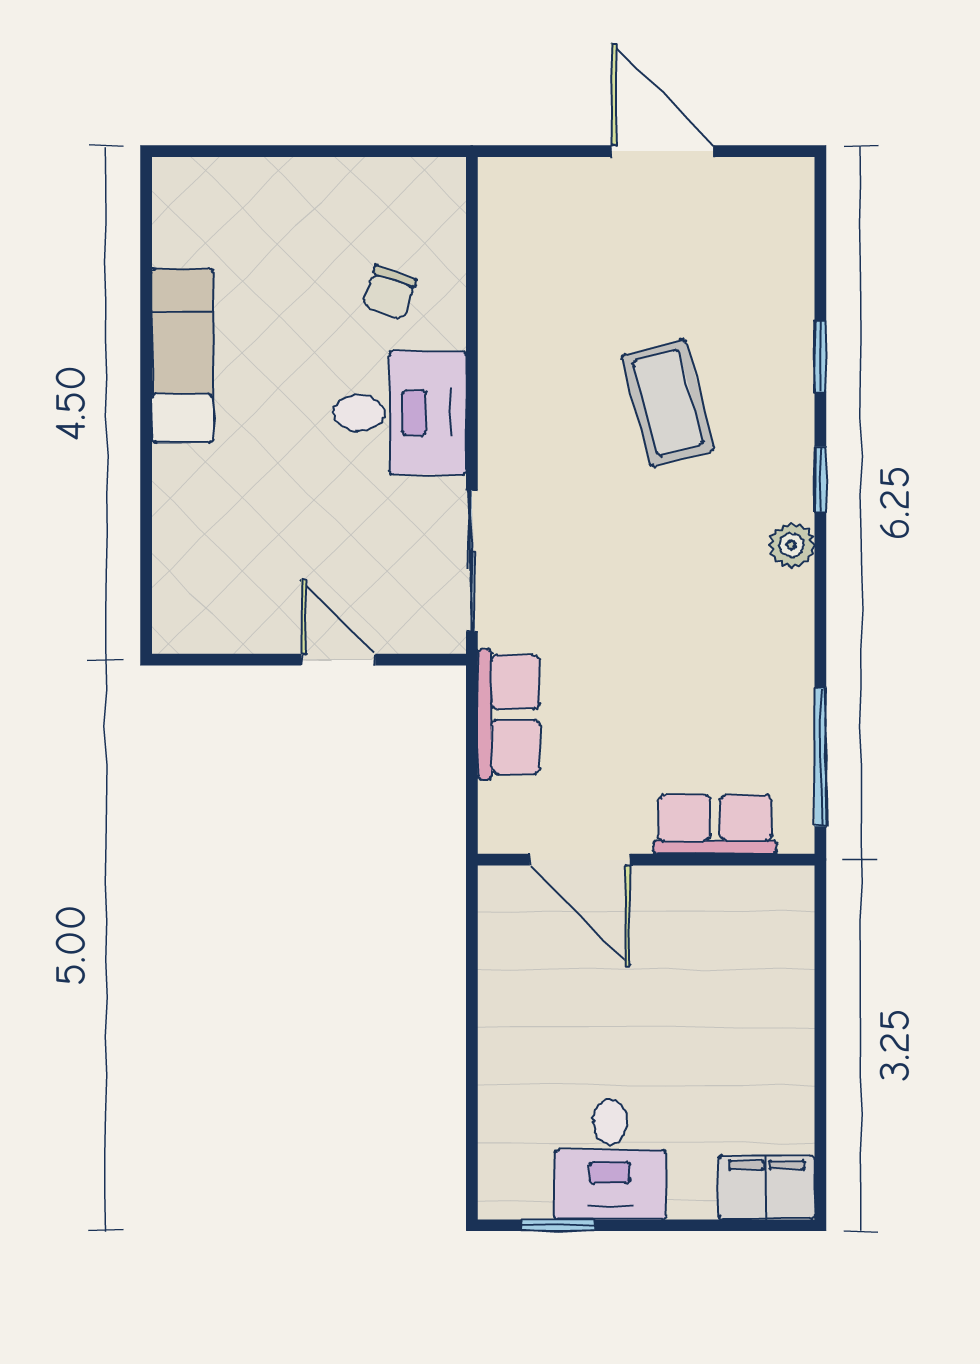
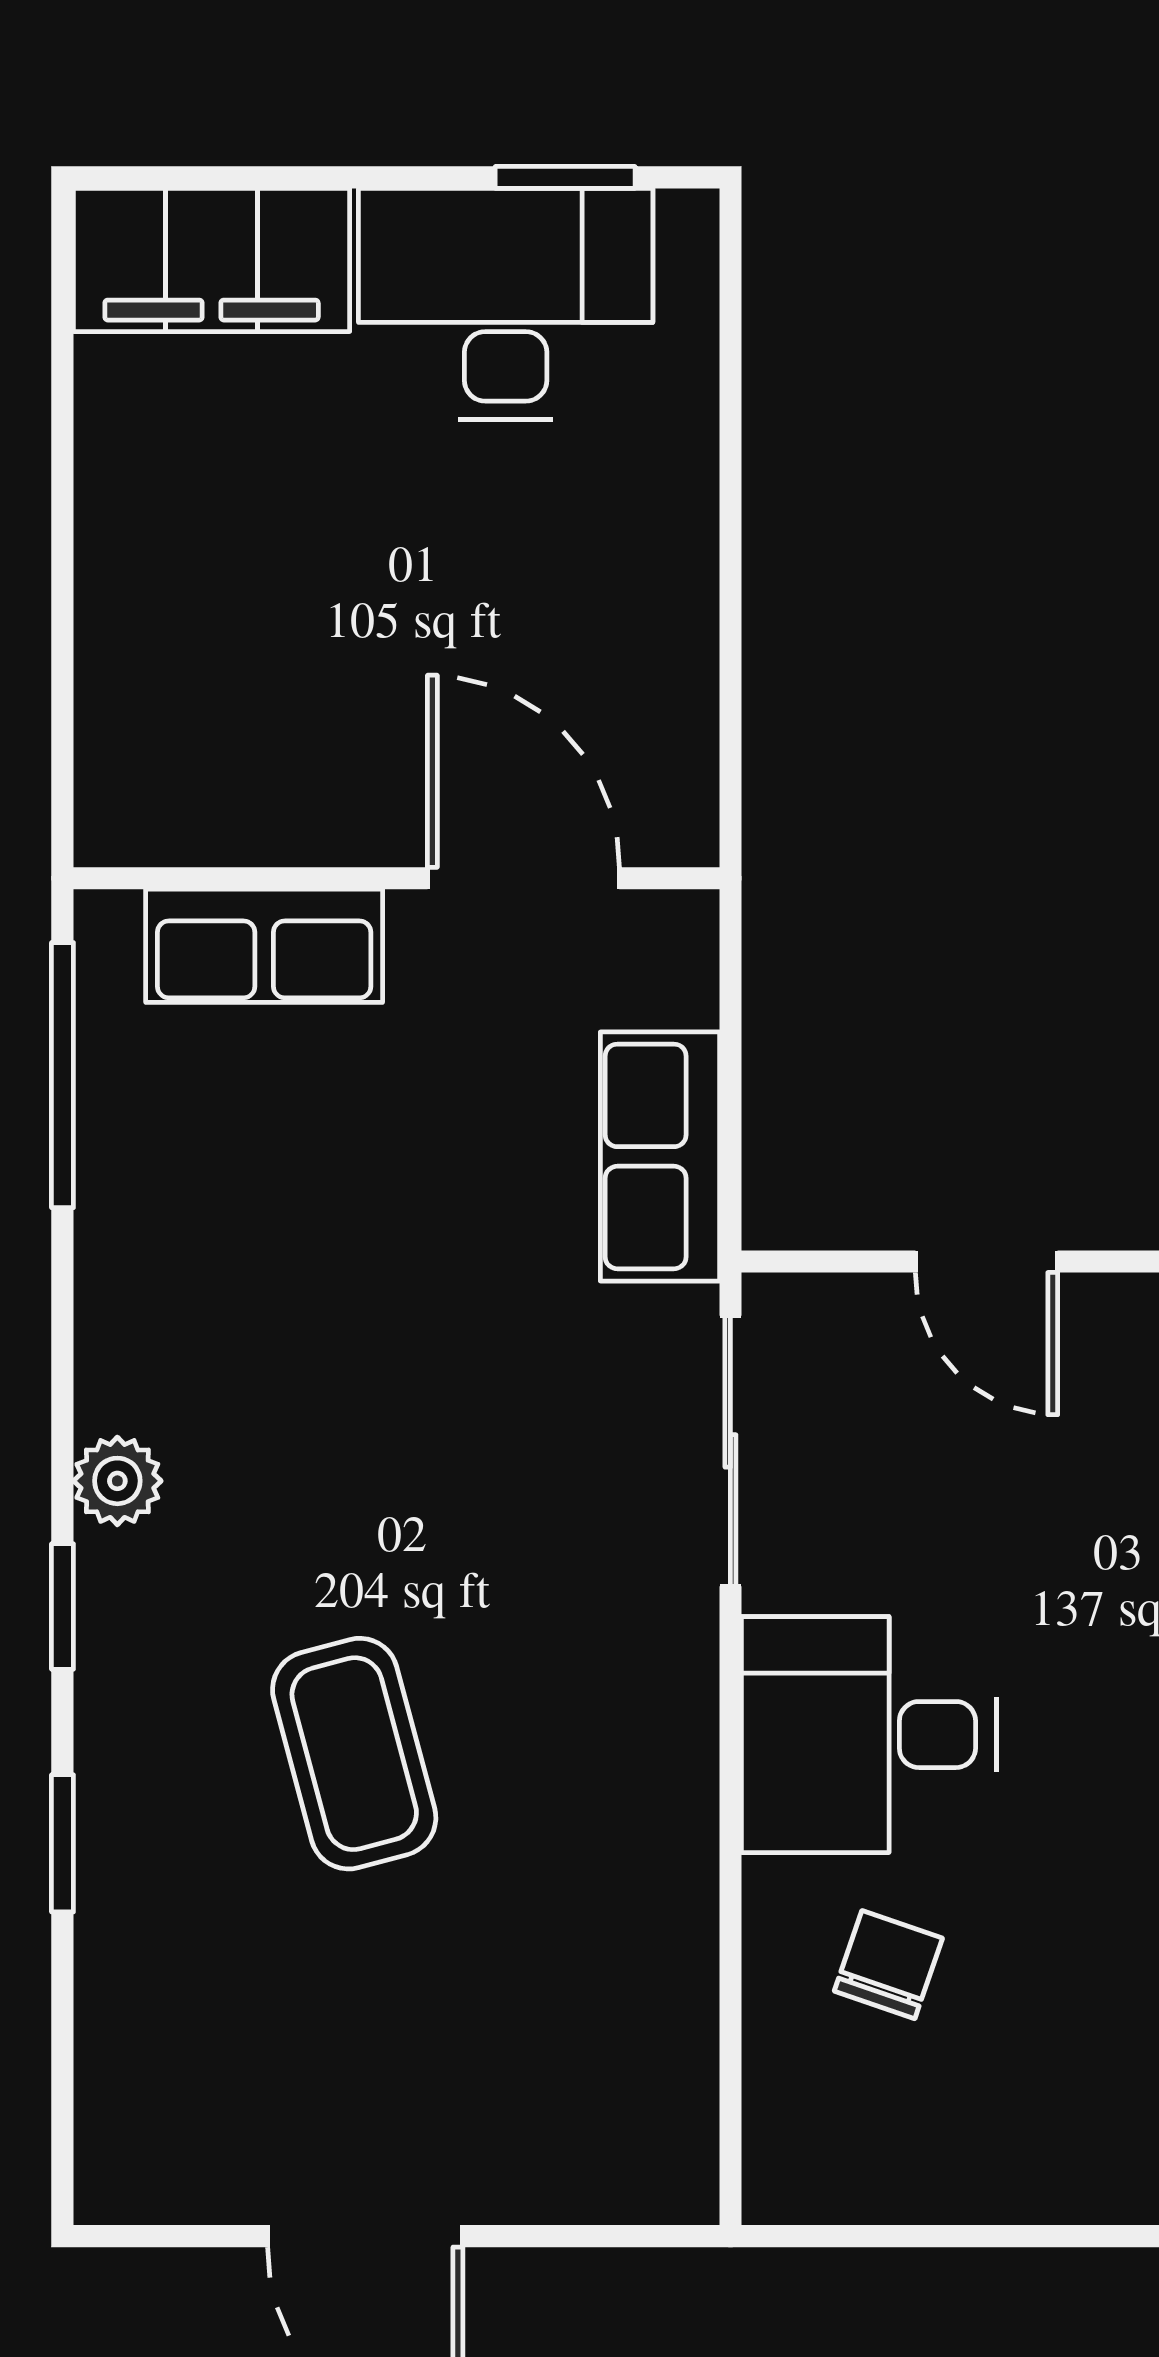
desk: (610, 1159) -> (506, 304), width x1.37
filing cabinet: (767, 1188) -> (212, 260), width x1.50, depth x1.17

